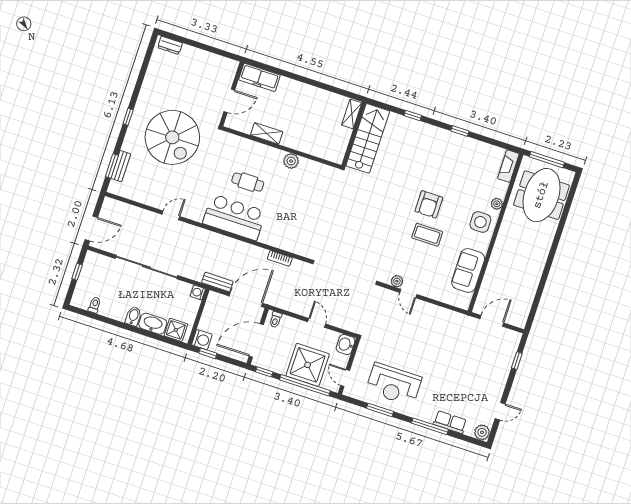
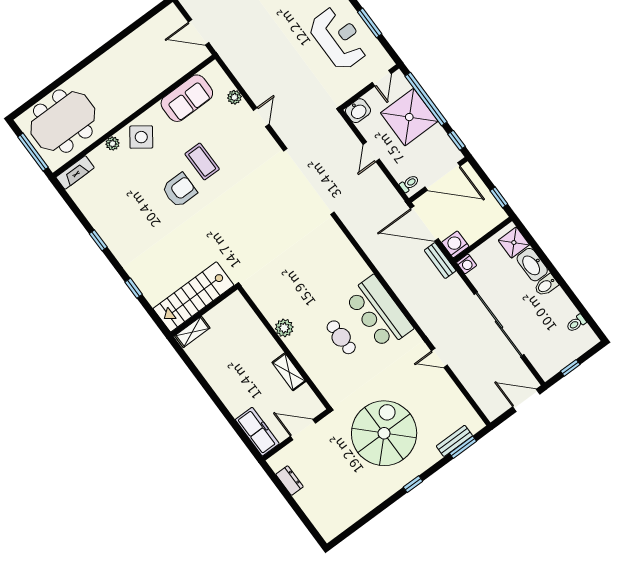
dresser: (170, 45) -> (290, 481), moved
side table: (480, 222) -> (141, 137), turned 36
bookcase: (280, 258) -> (363, 240), removed
plant: (397, 281) -> (234, 97), moved
washing machine: (202, 340) -> (455, 244), moved

